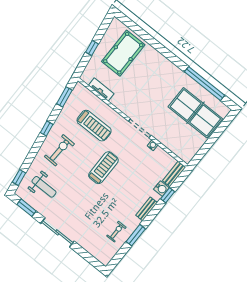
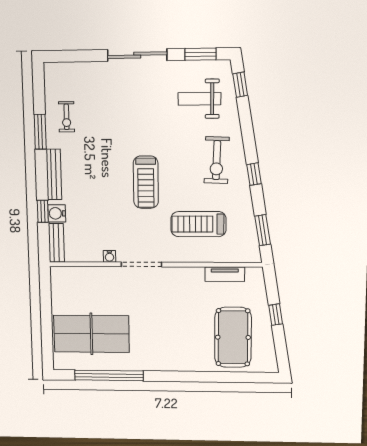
bench: (147, 209) -> (54, 174), width x1.36

